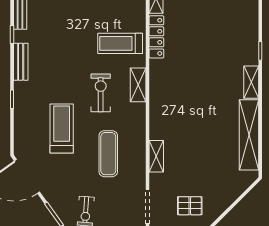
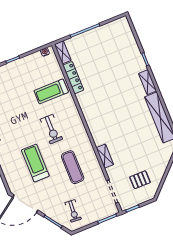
shelving: (138, 85) -> (74, 114), removed
exercise bike: (101, 93) -> (51, 129), turned 180

